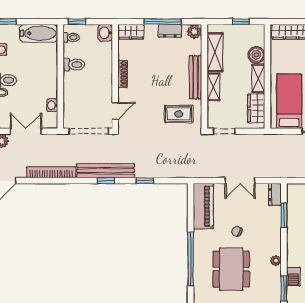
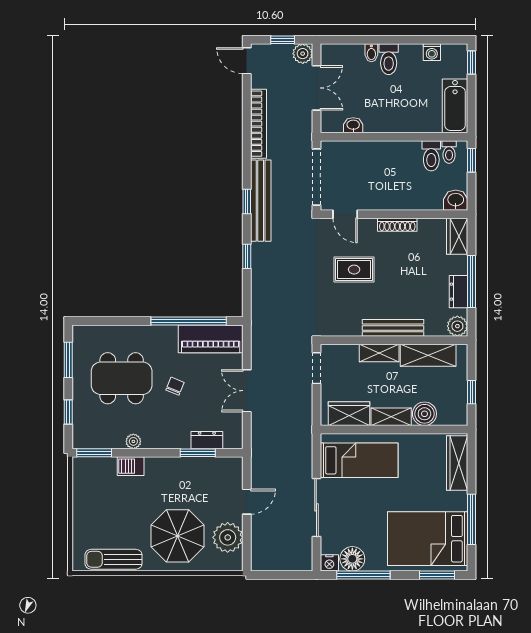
toilet: (74, 65) -> (431, 156), moved
rug: (179, 114) -> (354, 270), moved, turned 90
dresser: (275, 195) -> (207, 440), moved
window: (191, 259) -> (189, 321), moved
barbecue: (293, 276) -> (131, 466), moved

